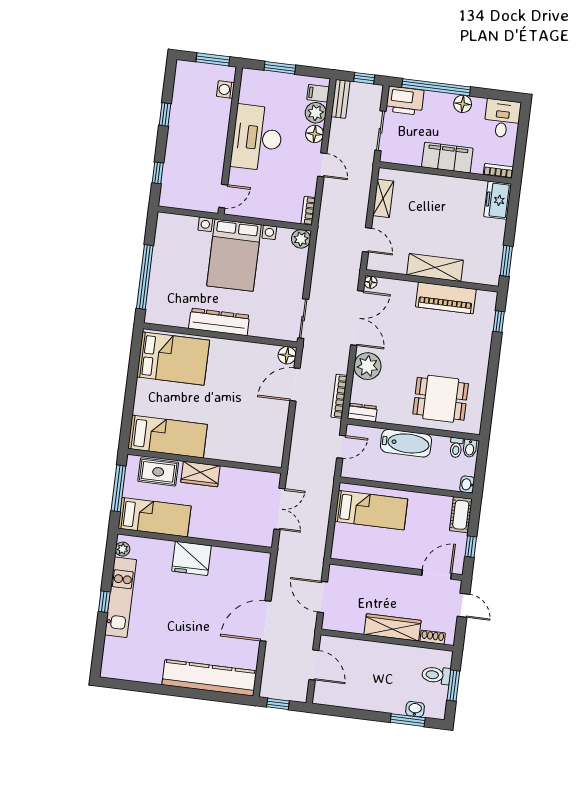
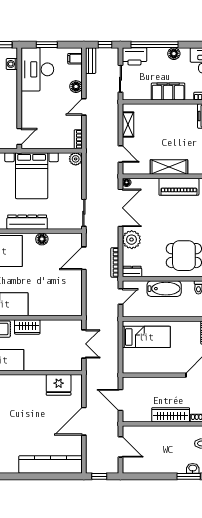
plant: (316, 113) -> (75, 72), removed
desk: (257, 138) -> (37, 69), moved
door: (322, 165) -> (84, 107), swing flipped
floor lamp: (287, 355) -> (42, 239), moved
fridge: (191, 558) -> (59, 385), moved

